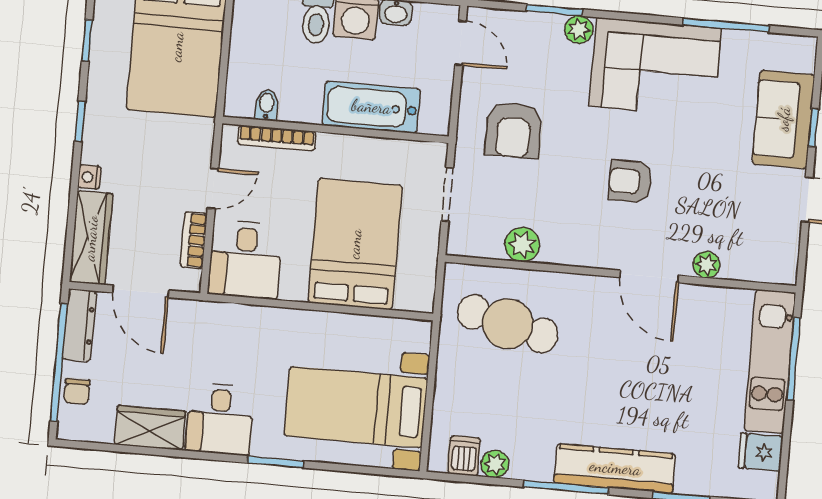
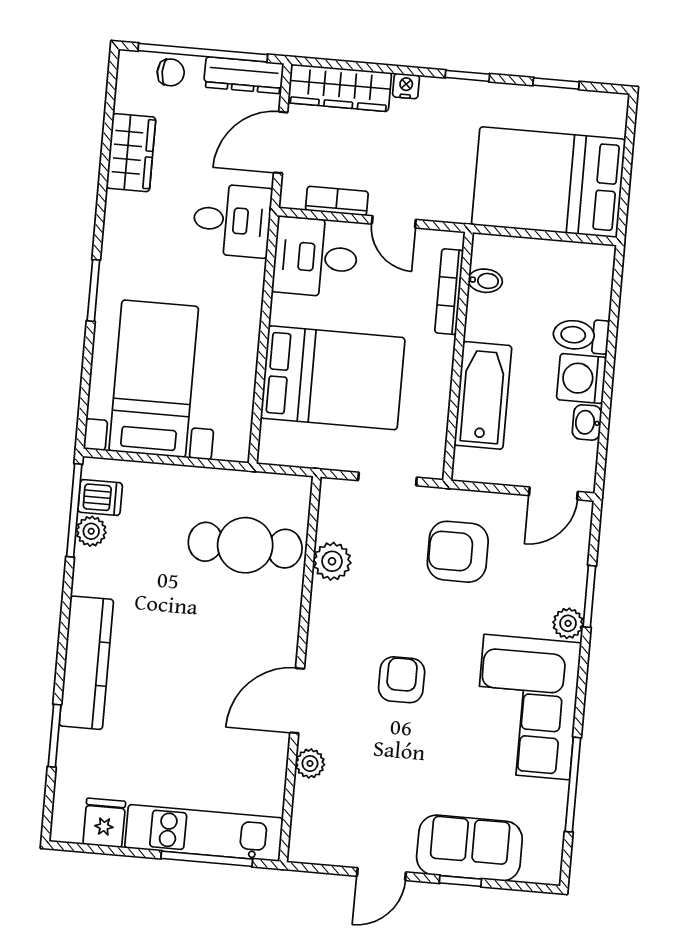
cafe table: (508, 324) -> (245, 545), turned 76
chair: (77, 392) -> (171, 72), turned 180
desk: (220, 419) -> (232, 220), moved, turned 180
window: (566, 487) -> (74, 510), moved

